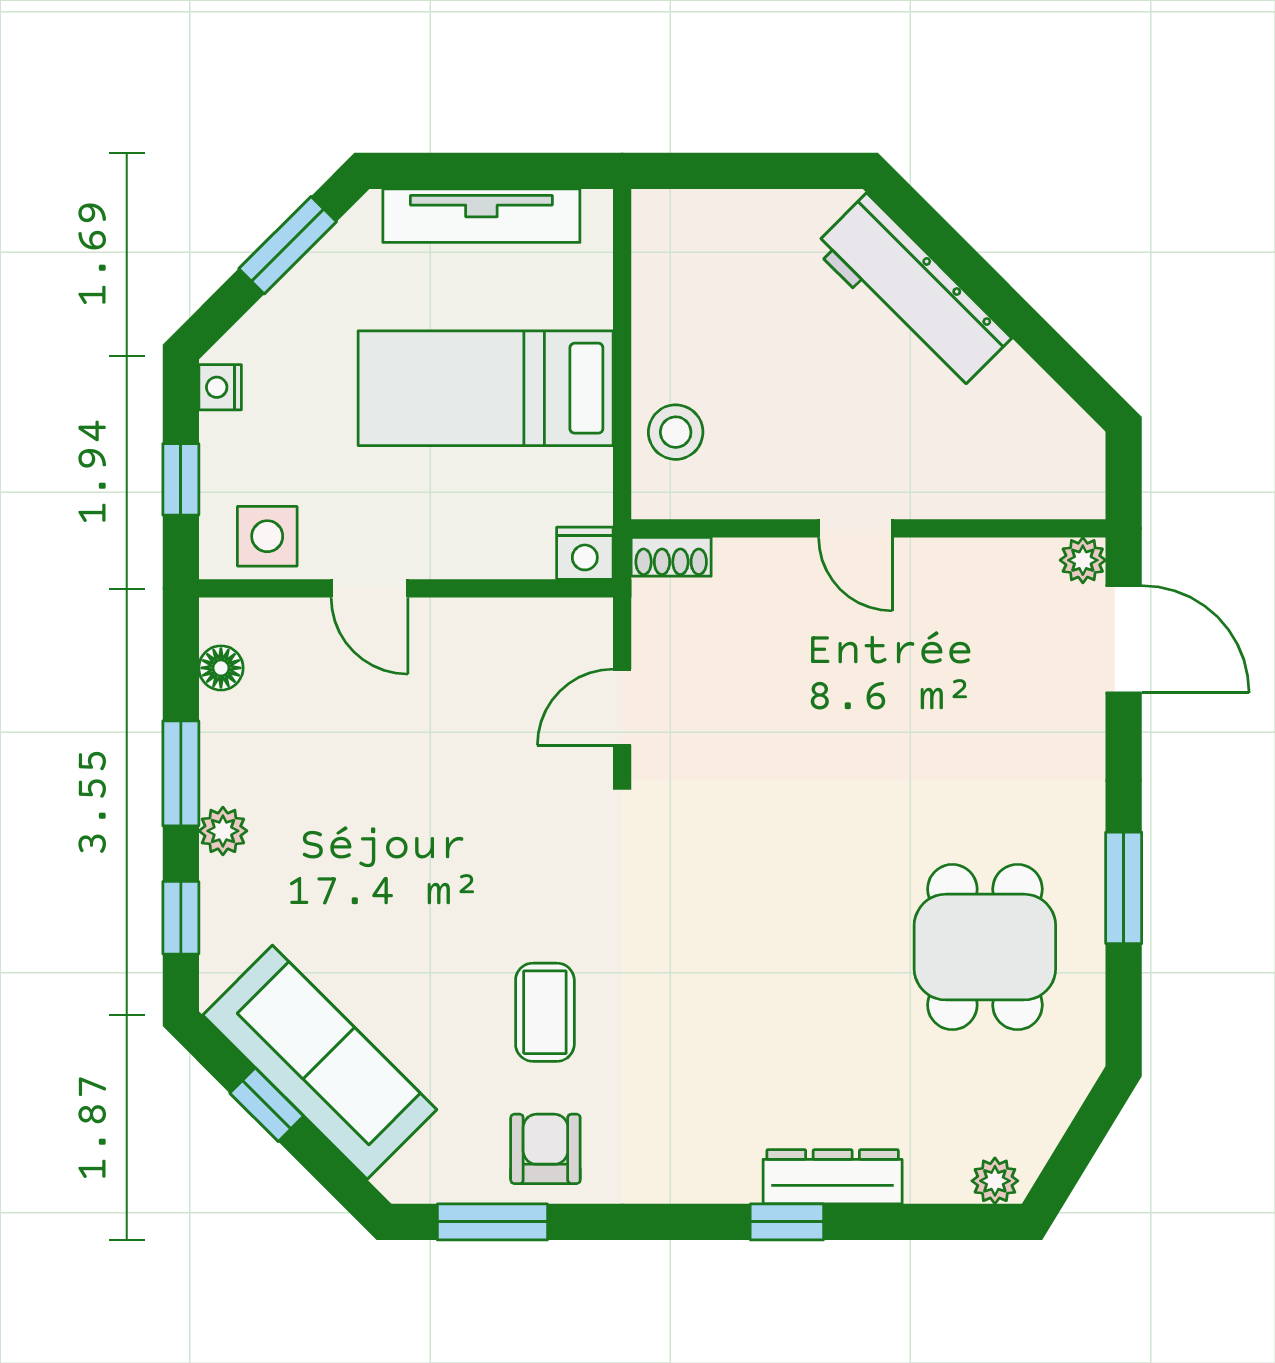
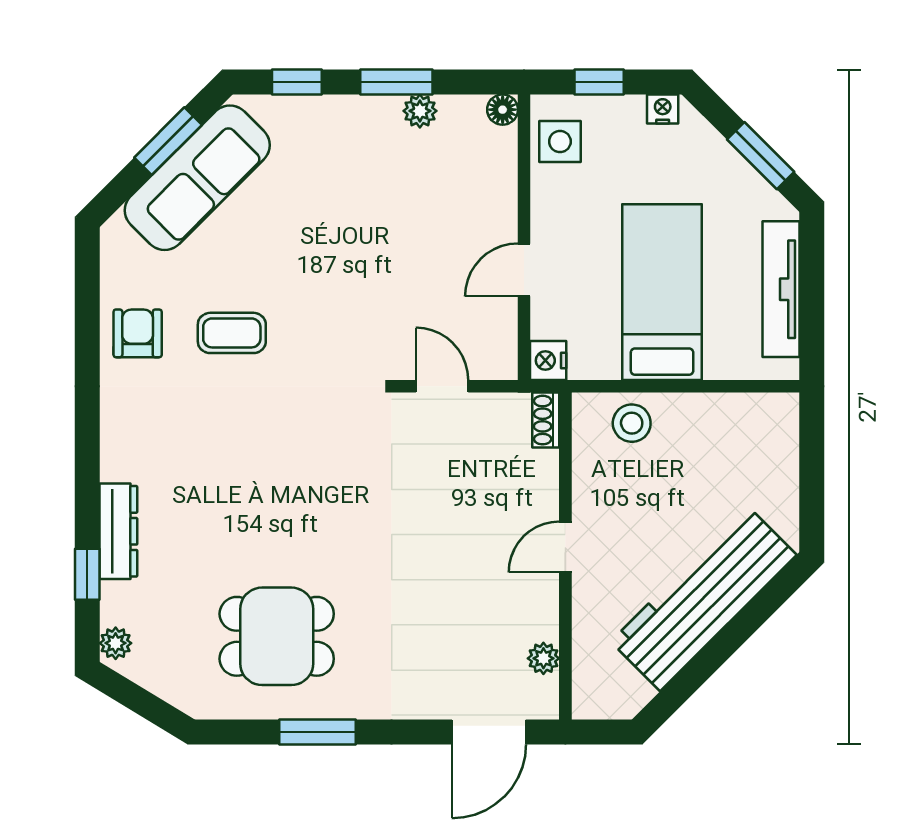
workbench: (912, 293) -> (704, 598), width x1.36, depth x1.32
plant: (1083, 560) -> (543, 658), moved
door: (369, 588) -> (524, 270), moved
floor lamp: (221, 668) -> (503, 110), moved
plant: (223, 831) -> (420, 111), moved
window: (267, 1105) -> (168, 141), width x1.50
armchair: (545, 1149) -> (138, 333), turned -90
window: (492, 1222) -> (87, 297), removed
window: (787, 1222) -> (87, 574), moved

